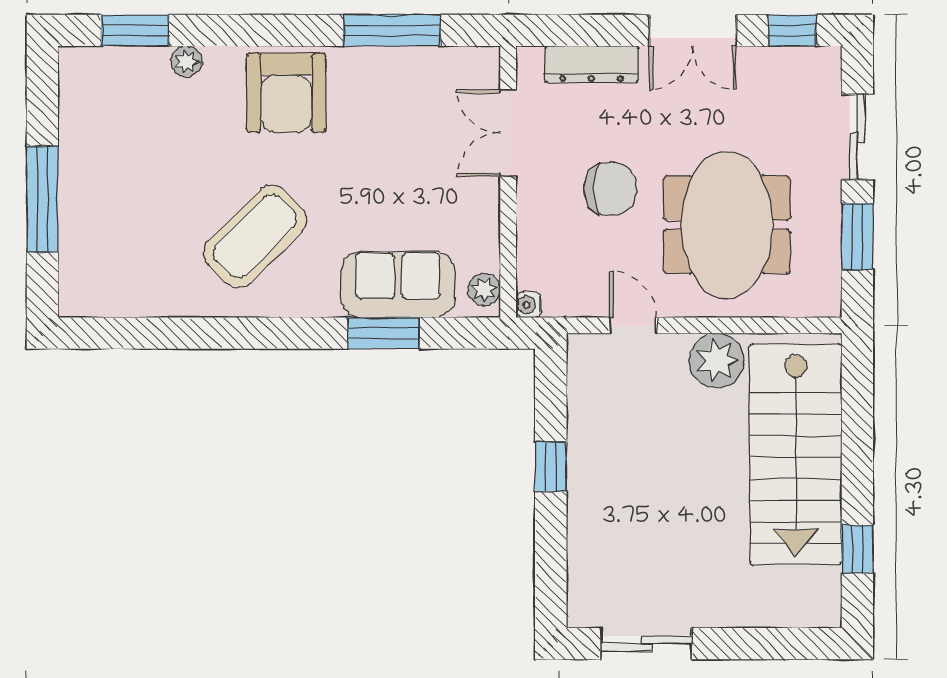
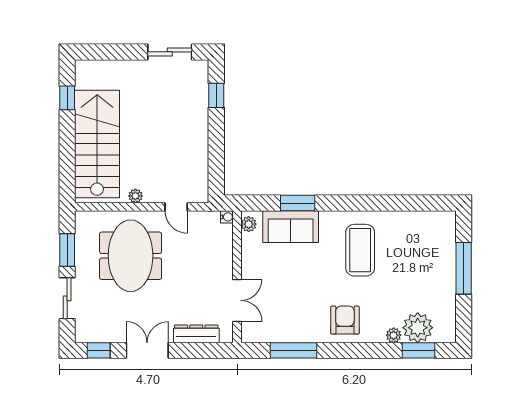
plant: (137, 77) -> (418, 328), added
armchair: (286, 93) -> (345, 320), width x0.73, depth x0.73
chair: (610, 189) -> (187, 273), removed
coffee table: (255, 236) -> (360, 250), turned -45
plant: (717, 360) -> (135, 196), width x0.53, depth x0.53
window: (551, 467) -> (216, 95), moved

